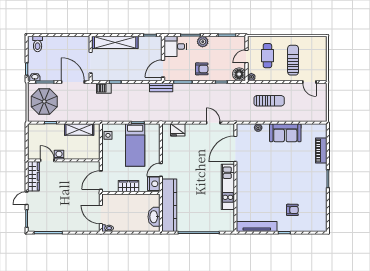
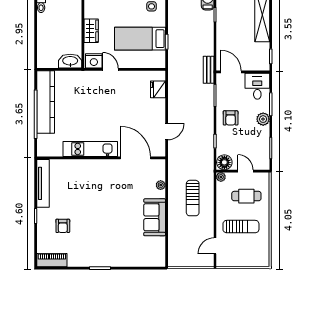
piano: (321, 150) -> (52, 260), moved
kitchen counter: (169, 205) -> (46, 102), moved, turned -90
washbasin: (154, 217) -> (70, 61), moved

